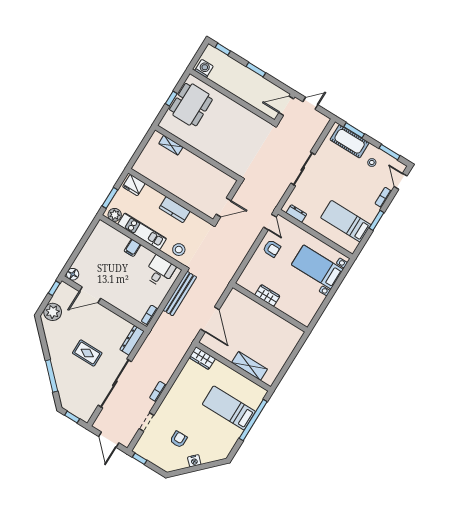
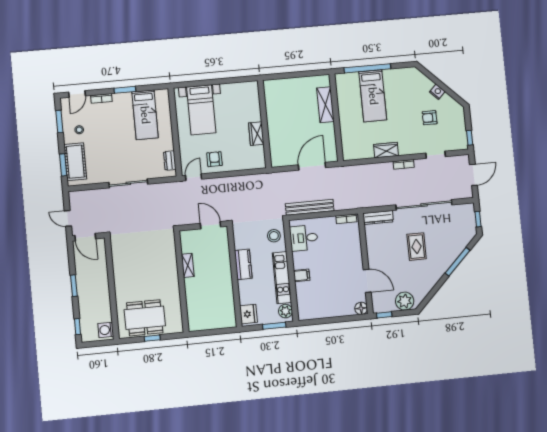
shelving: (171, 145) -> (188, 265), moved
wardrobe: (202, 358) -> (386, 150), moved, turned -90

